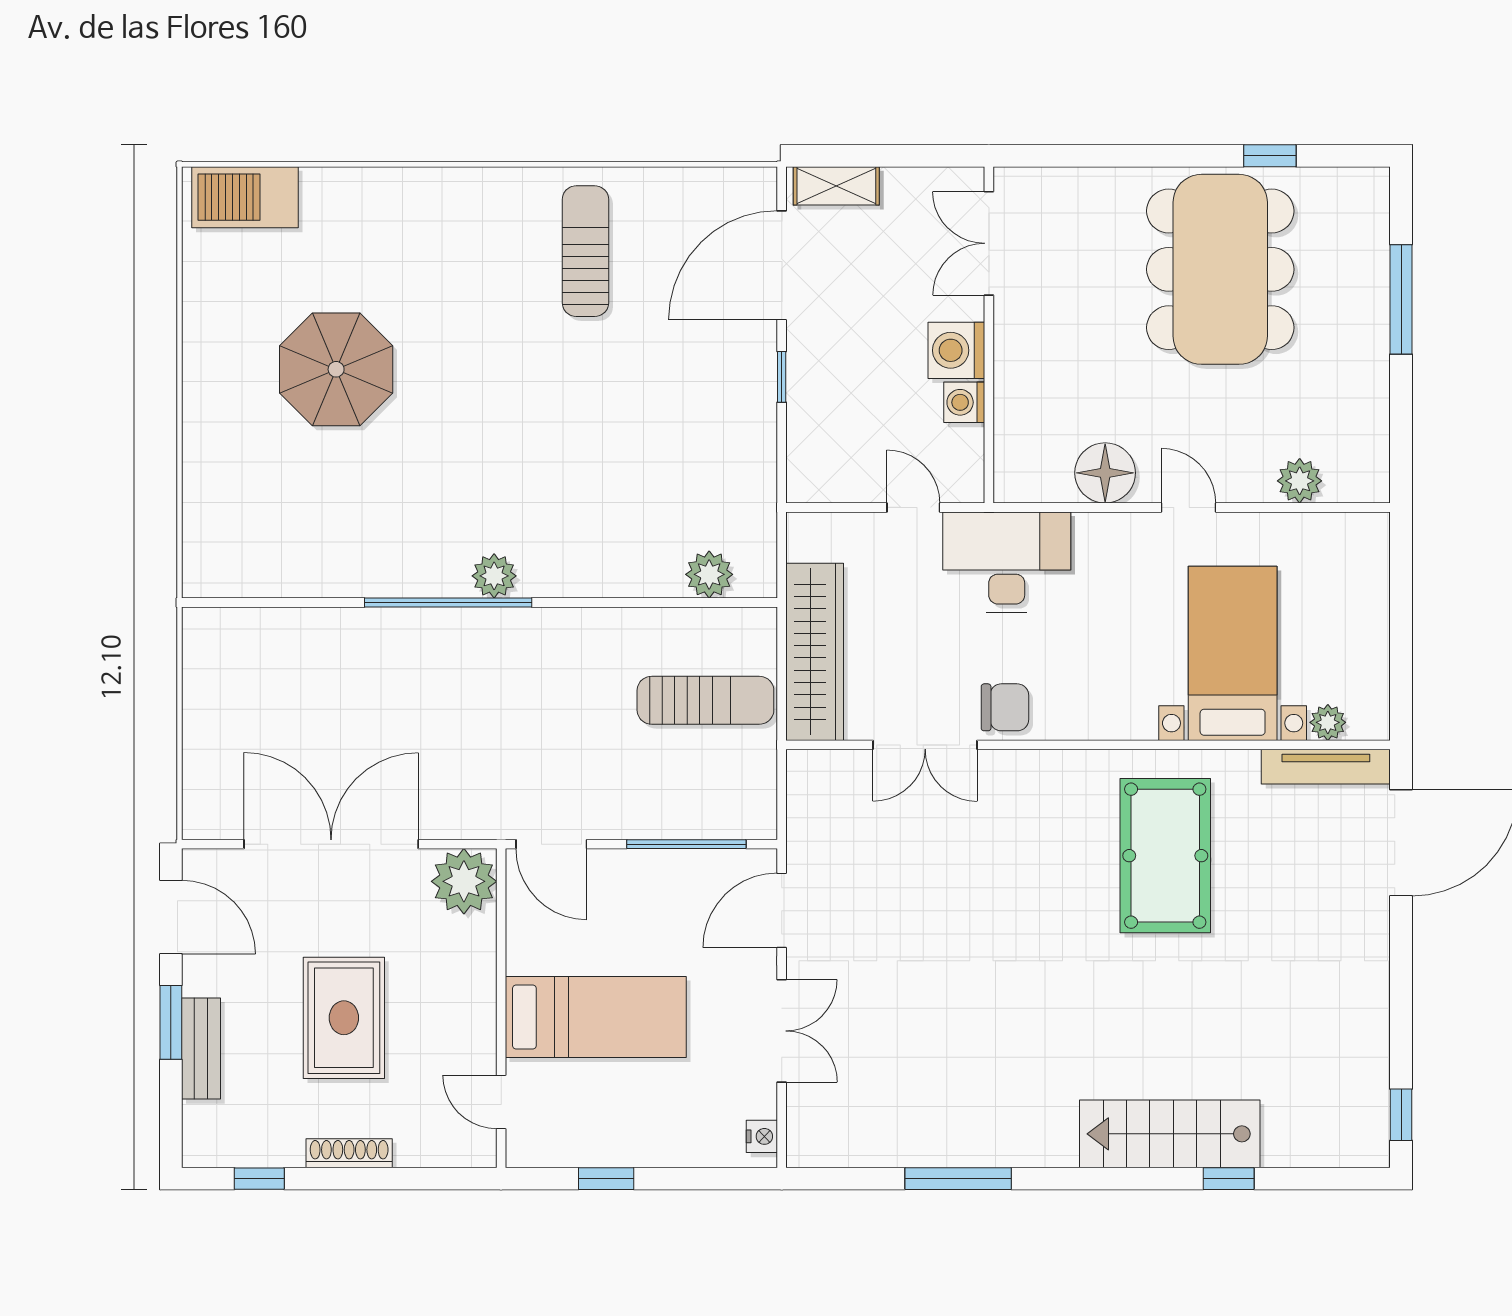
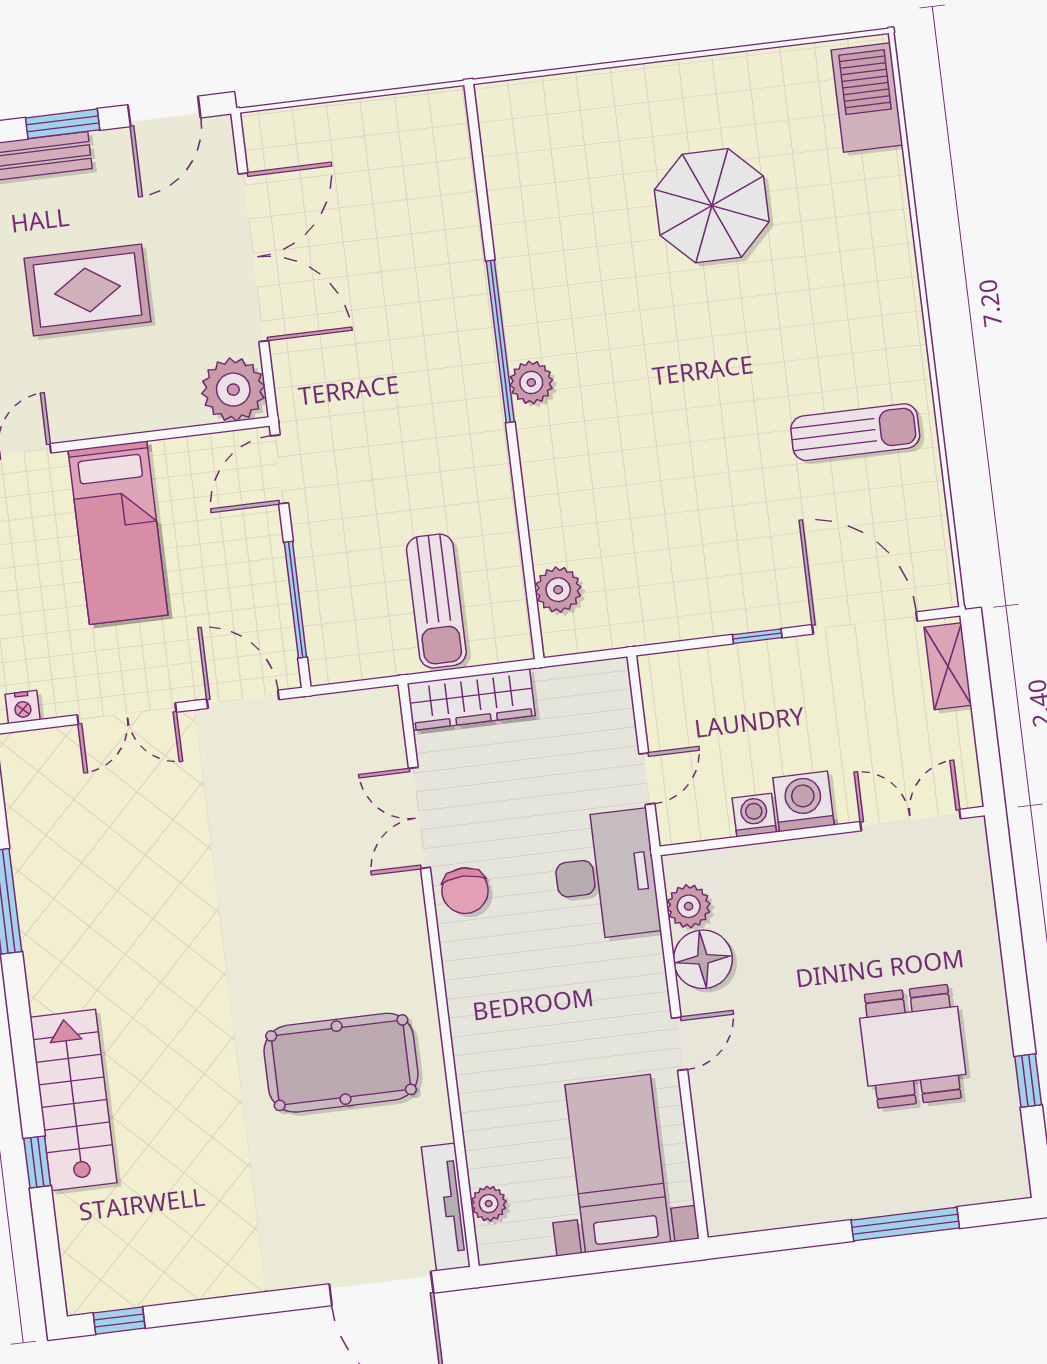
dining table: (1220, 269) -> (913, 1046), width x0.53, depth x0.80
plant: (1300, 481) -> (689, 906), moved
wardrobe: (815, 652) -> (471, 699), width x0.71, depth x0.85
bed with nightstands: (1233, 653) -> (618, 1164), moved, turned -90

